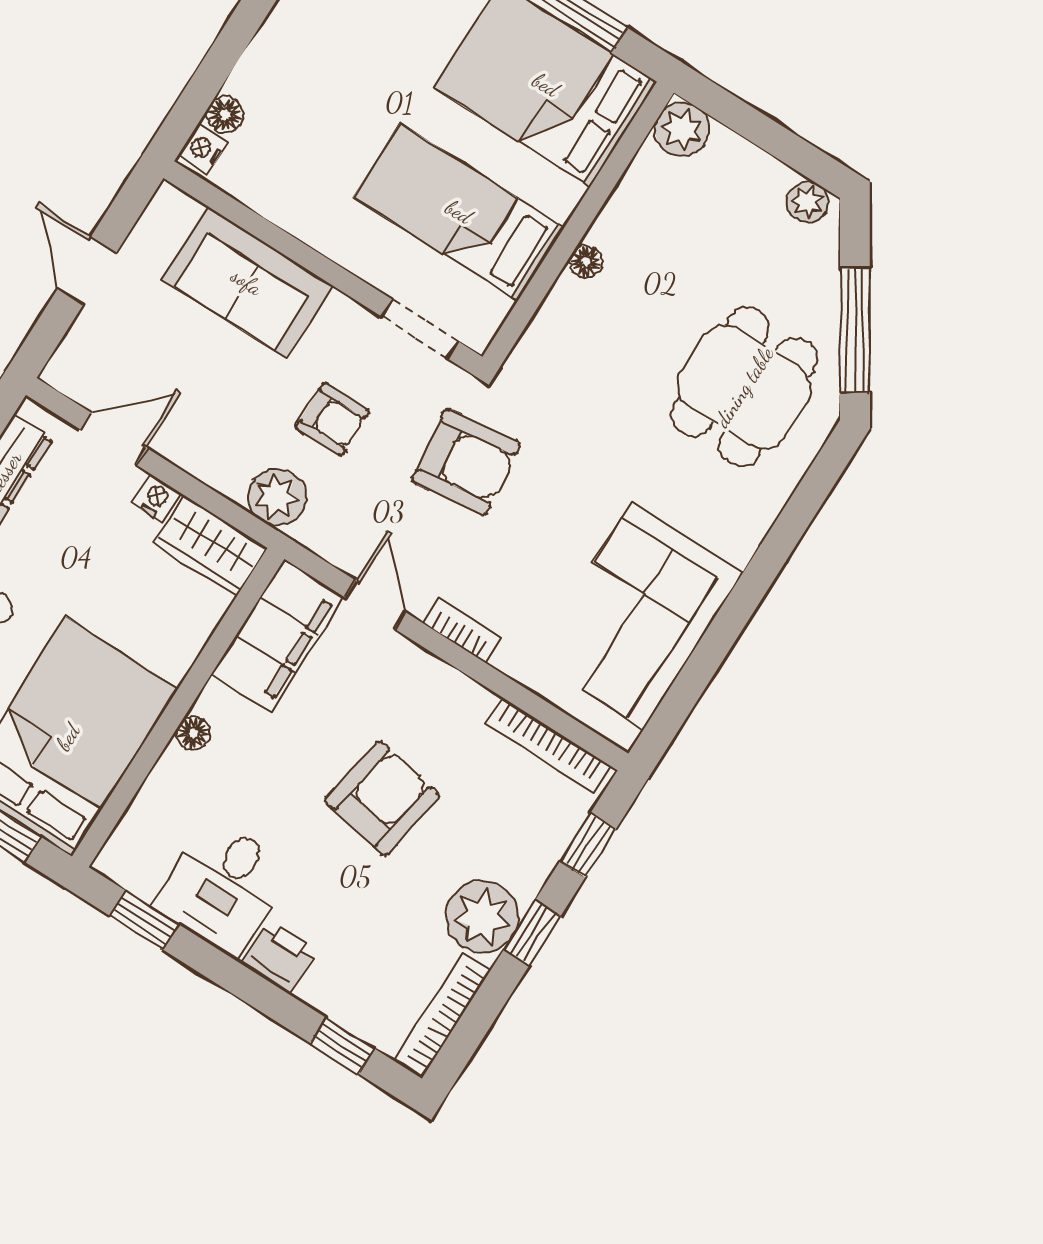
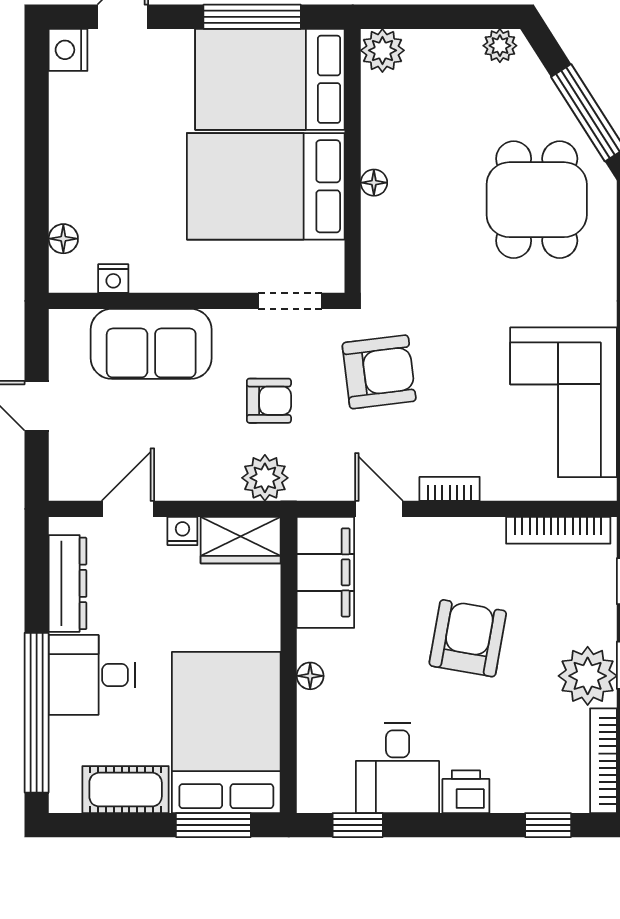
nightstand: (203, 149) -> (113, 279), moved, turned -90
bed: (459, 212) -> (266, 186), width x1.50

